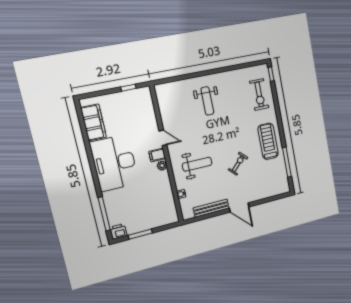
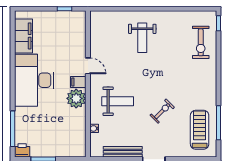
treadmill: (268, 141) -> (200, 130), moved
plant: (162, 166) -> (76, 98), width x1.88, depth x1.88

